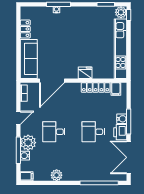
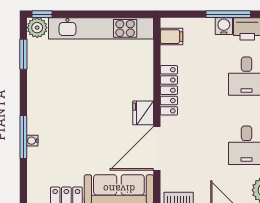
fridge: (85, 73) -> (143, 113), moved
door: (52, 81) -> (157, 148), swing flipped
locker: (96, 87) -> (169, 90), moved

